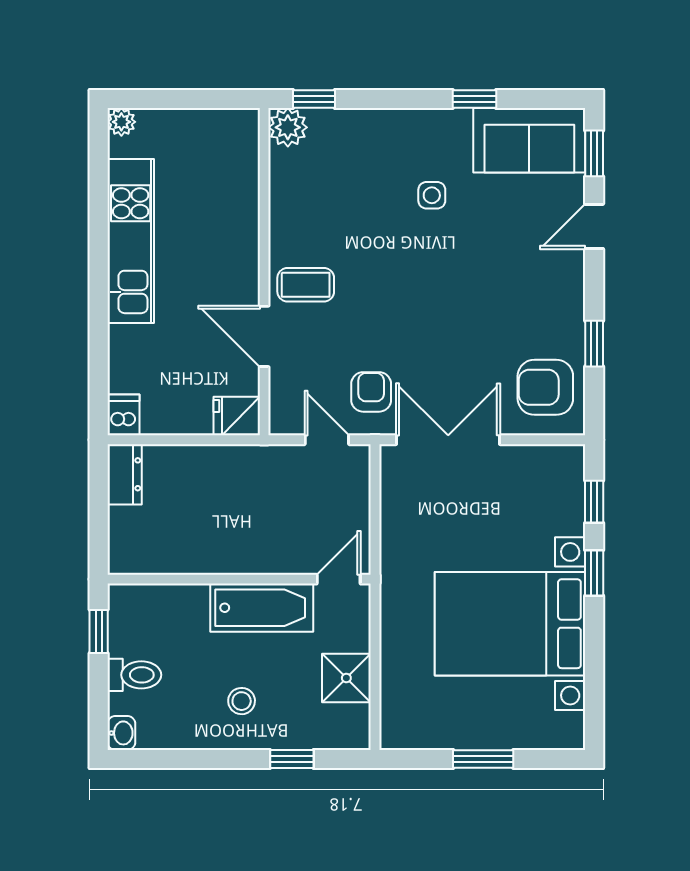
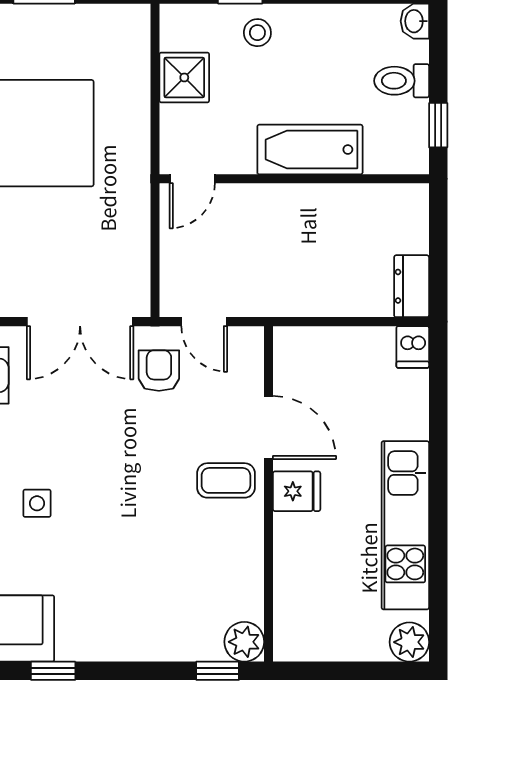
plant: (121, 122) -> (409, 642), width x1.38, depth x1.38
side table: (432, 195) -> (37, 503), moved
armchair: (371, 392) -> (159, 371), turned 180
fridge: (237, 416) -> (297, 491), moved
bathtub: (262, 608) -> (310, 150), moved
stool: (242, 701) -> (257, 33), moved

